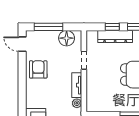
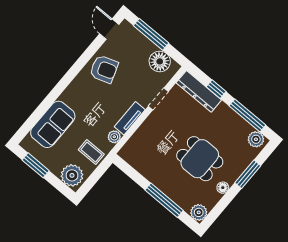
dresser: (115, 36) -> (199, 91), moved
armchair: (38, 69) -> (104, 69), turned 71

